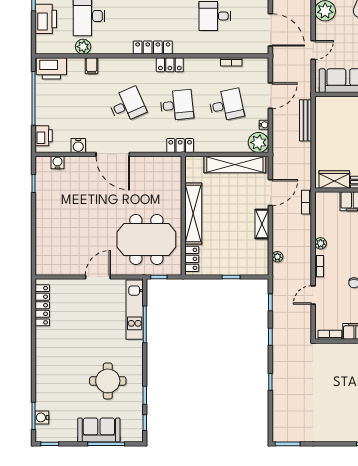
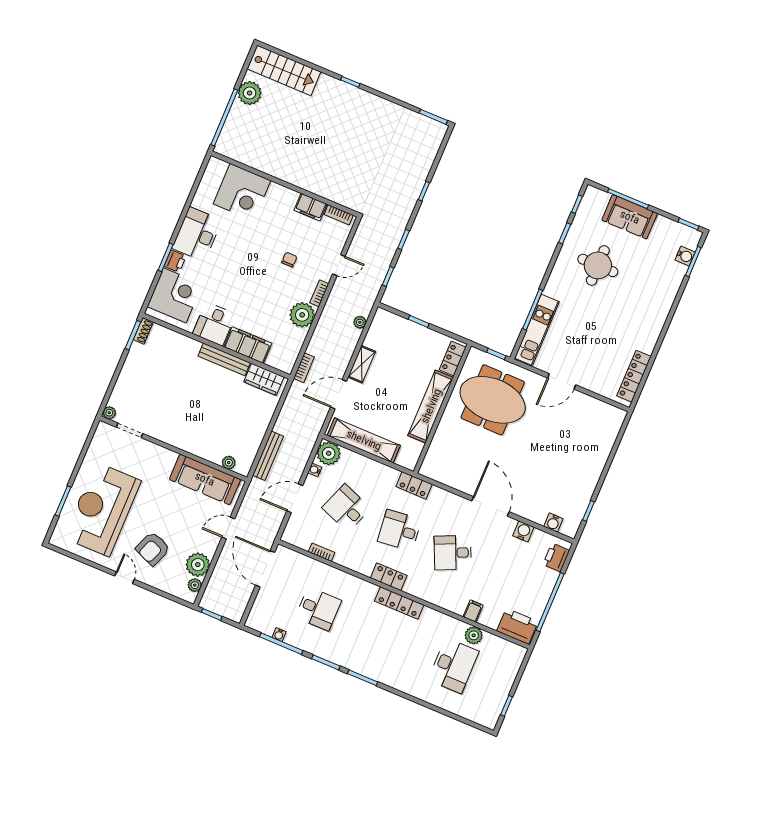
printer: (46, 19) -> (501, 682), removed
plant: (334, 102) -> (229, 463), added
desk: (226, 105) -> (346, 508), turned 33
plant: (321, 243) -> (302, 315), width x1.87, depth x1.87

